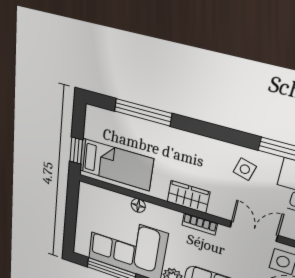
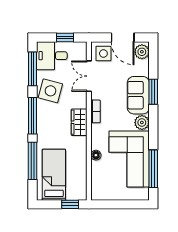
window: (212, 131) -> (33, 116), added
bed: (116, 165) -> (54, 175), moved
side table: (245, 169) -> (50, 91), width x1.87, depth x1.87

